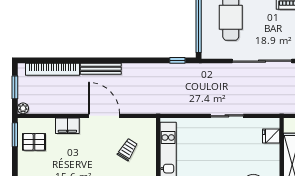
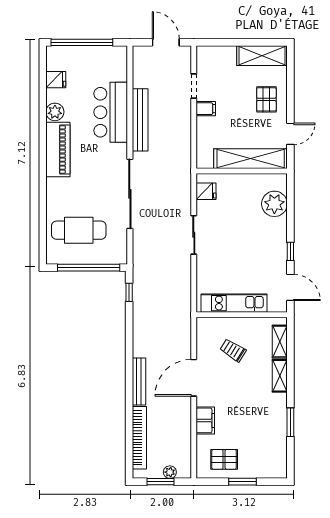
plant: (23, 108) -> (170, 472), moved
window: (15, 135) -> (242, 482), moved
fridge: (271, 136) -> (206, 191), moved, turned -90
pallet: (34, 142) -> (224, 459), turned 90

